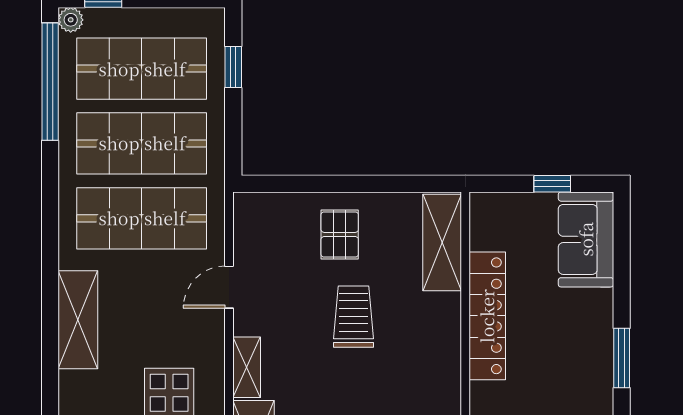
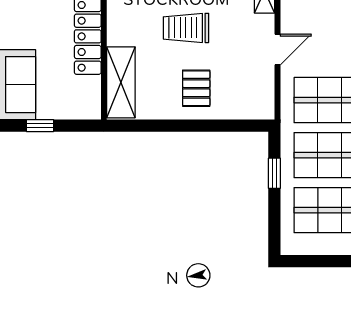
window: (233, 67) -> (274, 173), moved
trolley: (354, 317) -> (186, 28), turned 90

